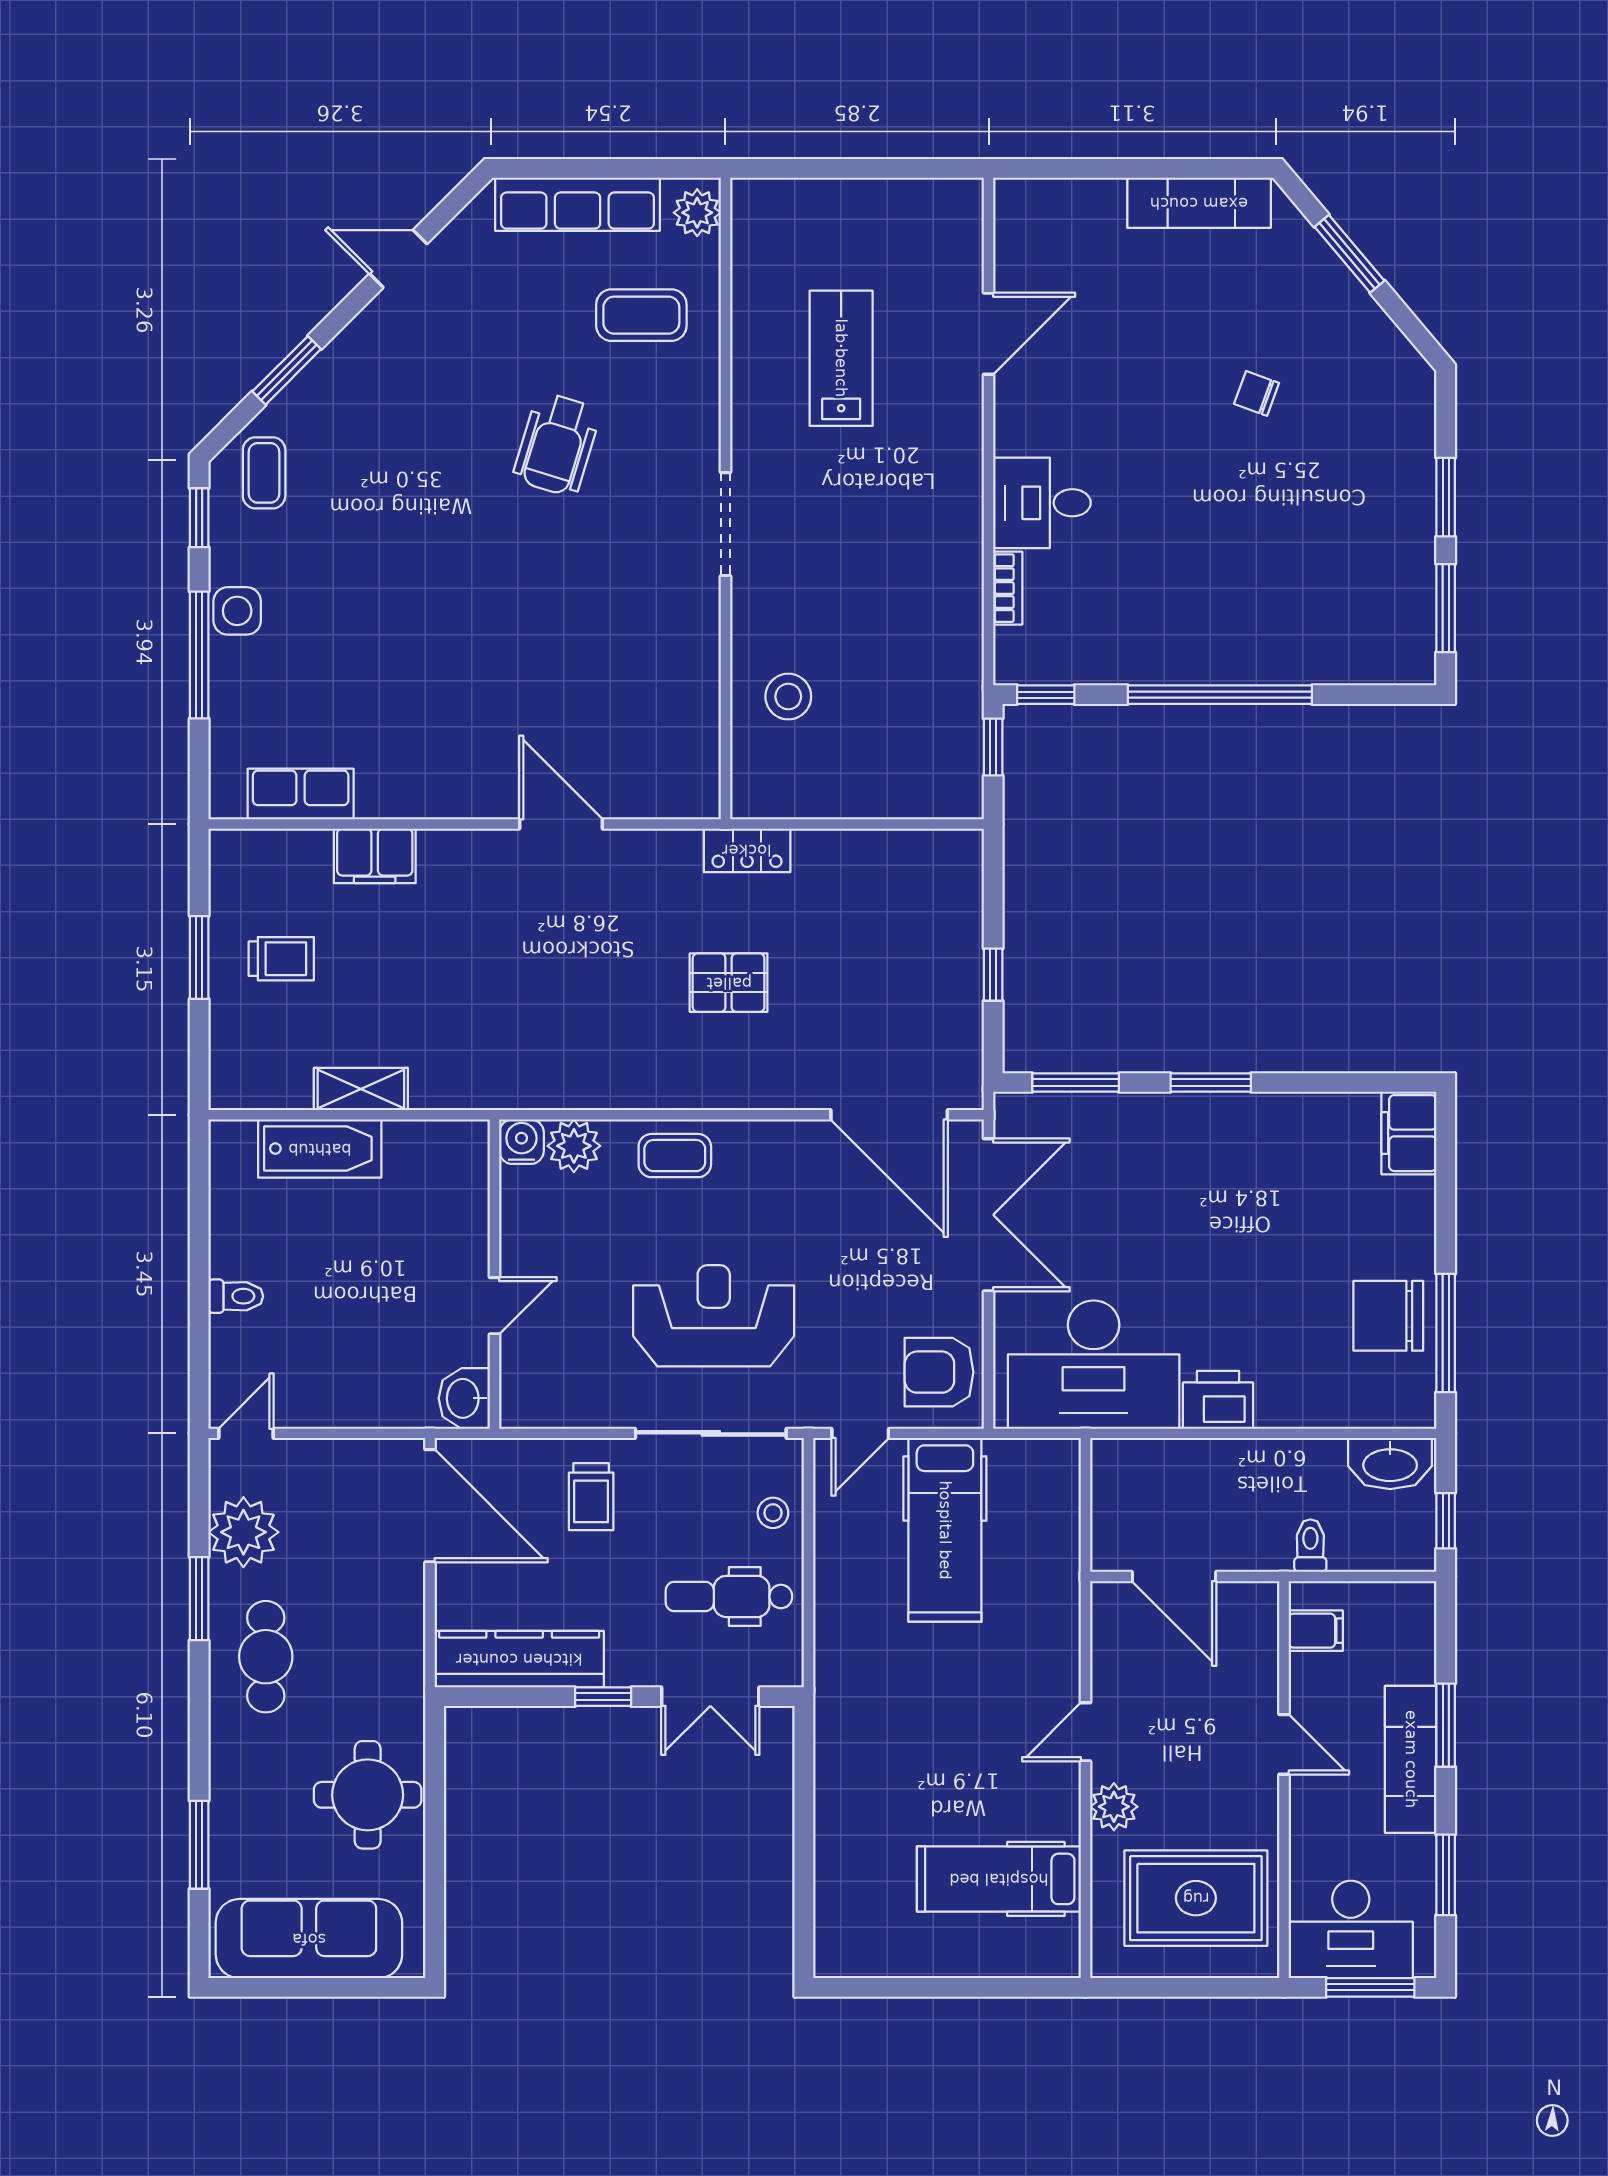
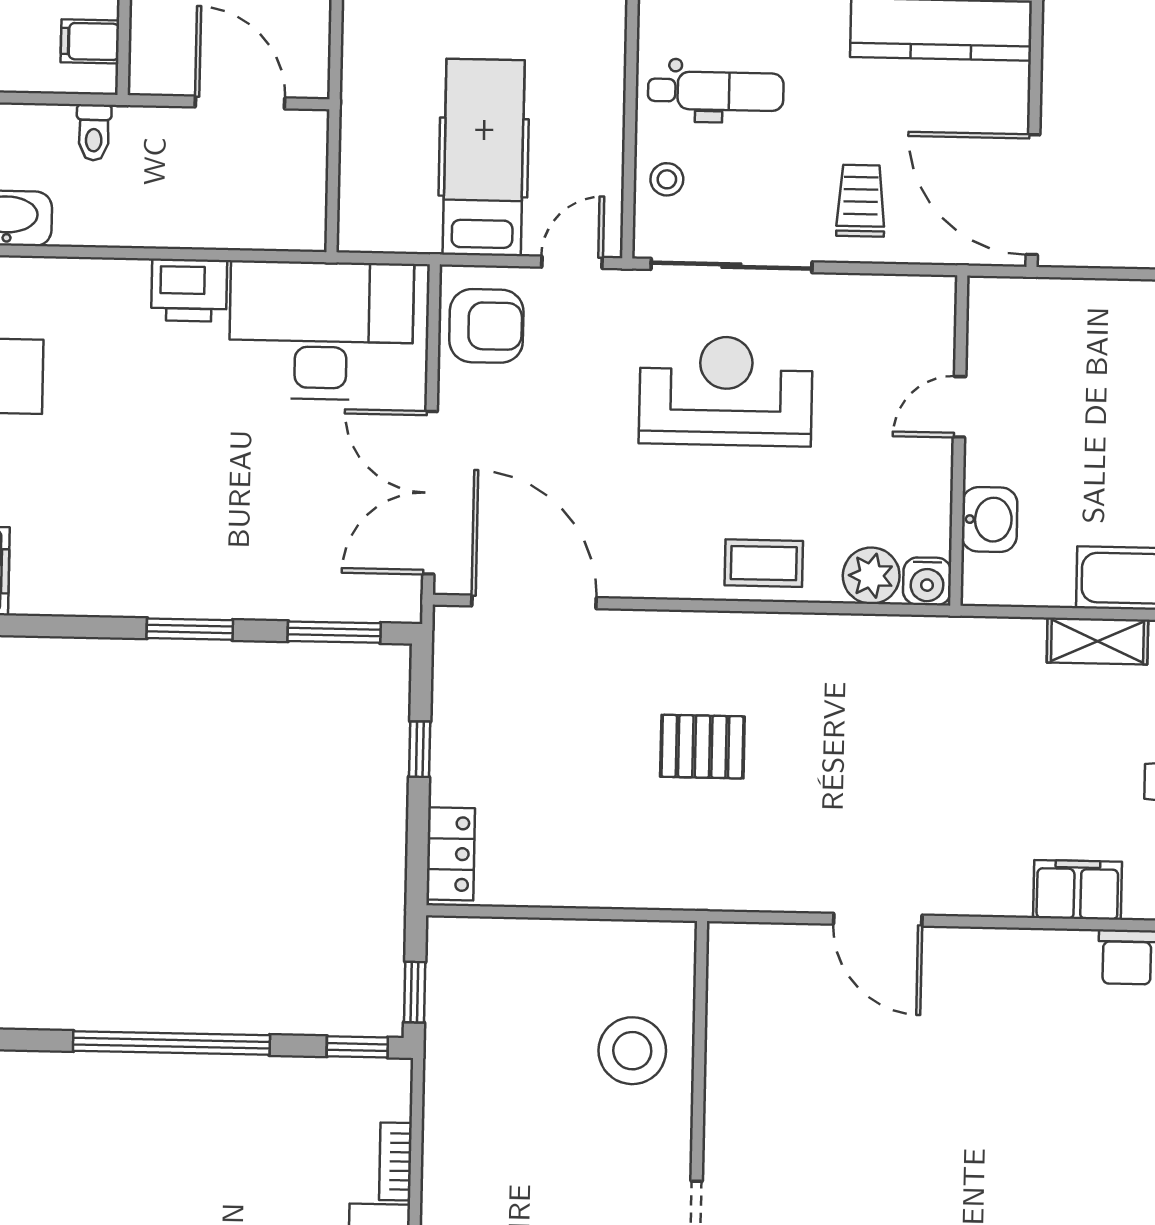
stool: (788, 697) -> (632, 1051), width x1.38, depth x1.38
locker: (747, 850) -> (451, 854), moved, turned 90
reception desk: (714, 1316) -> (726, 391), turned 180
washbasin: (464, 1398) -> (989, 520), moved

